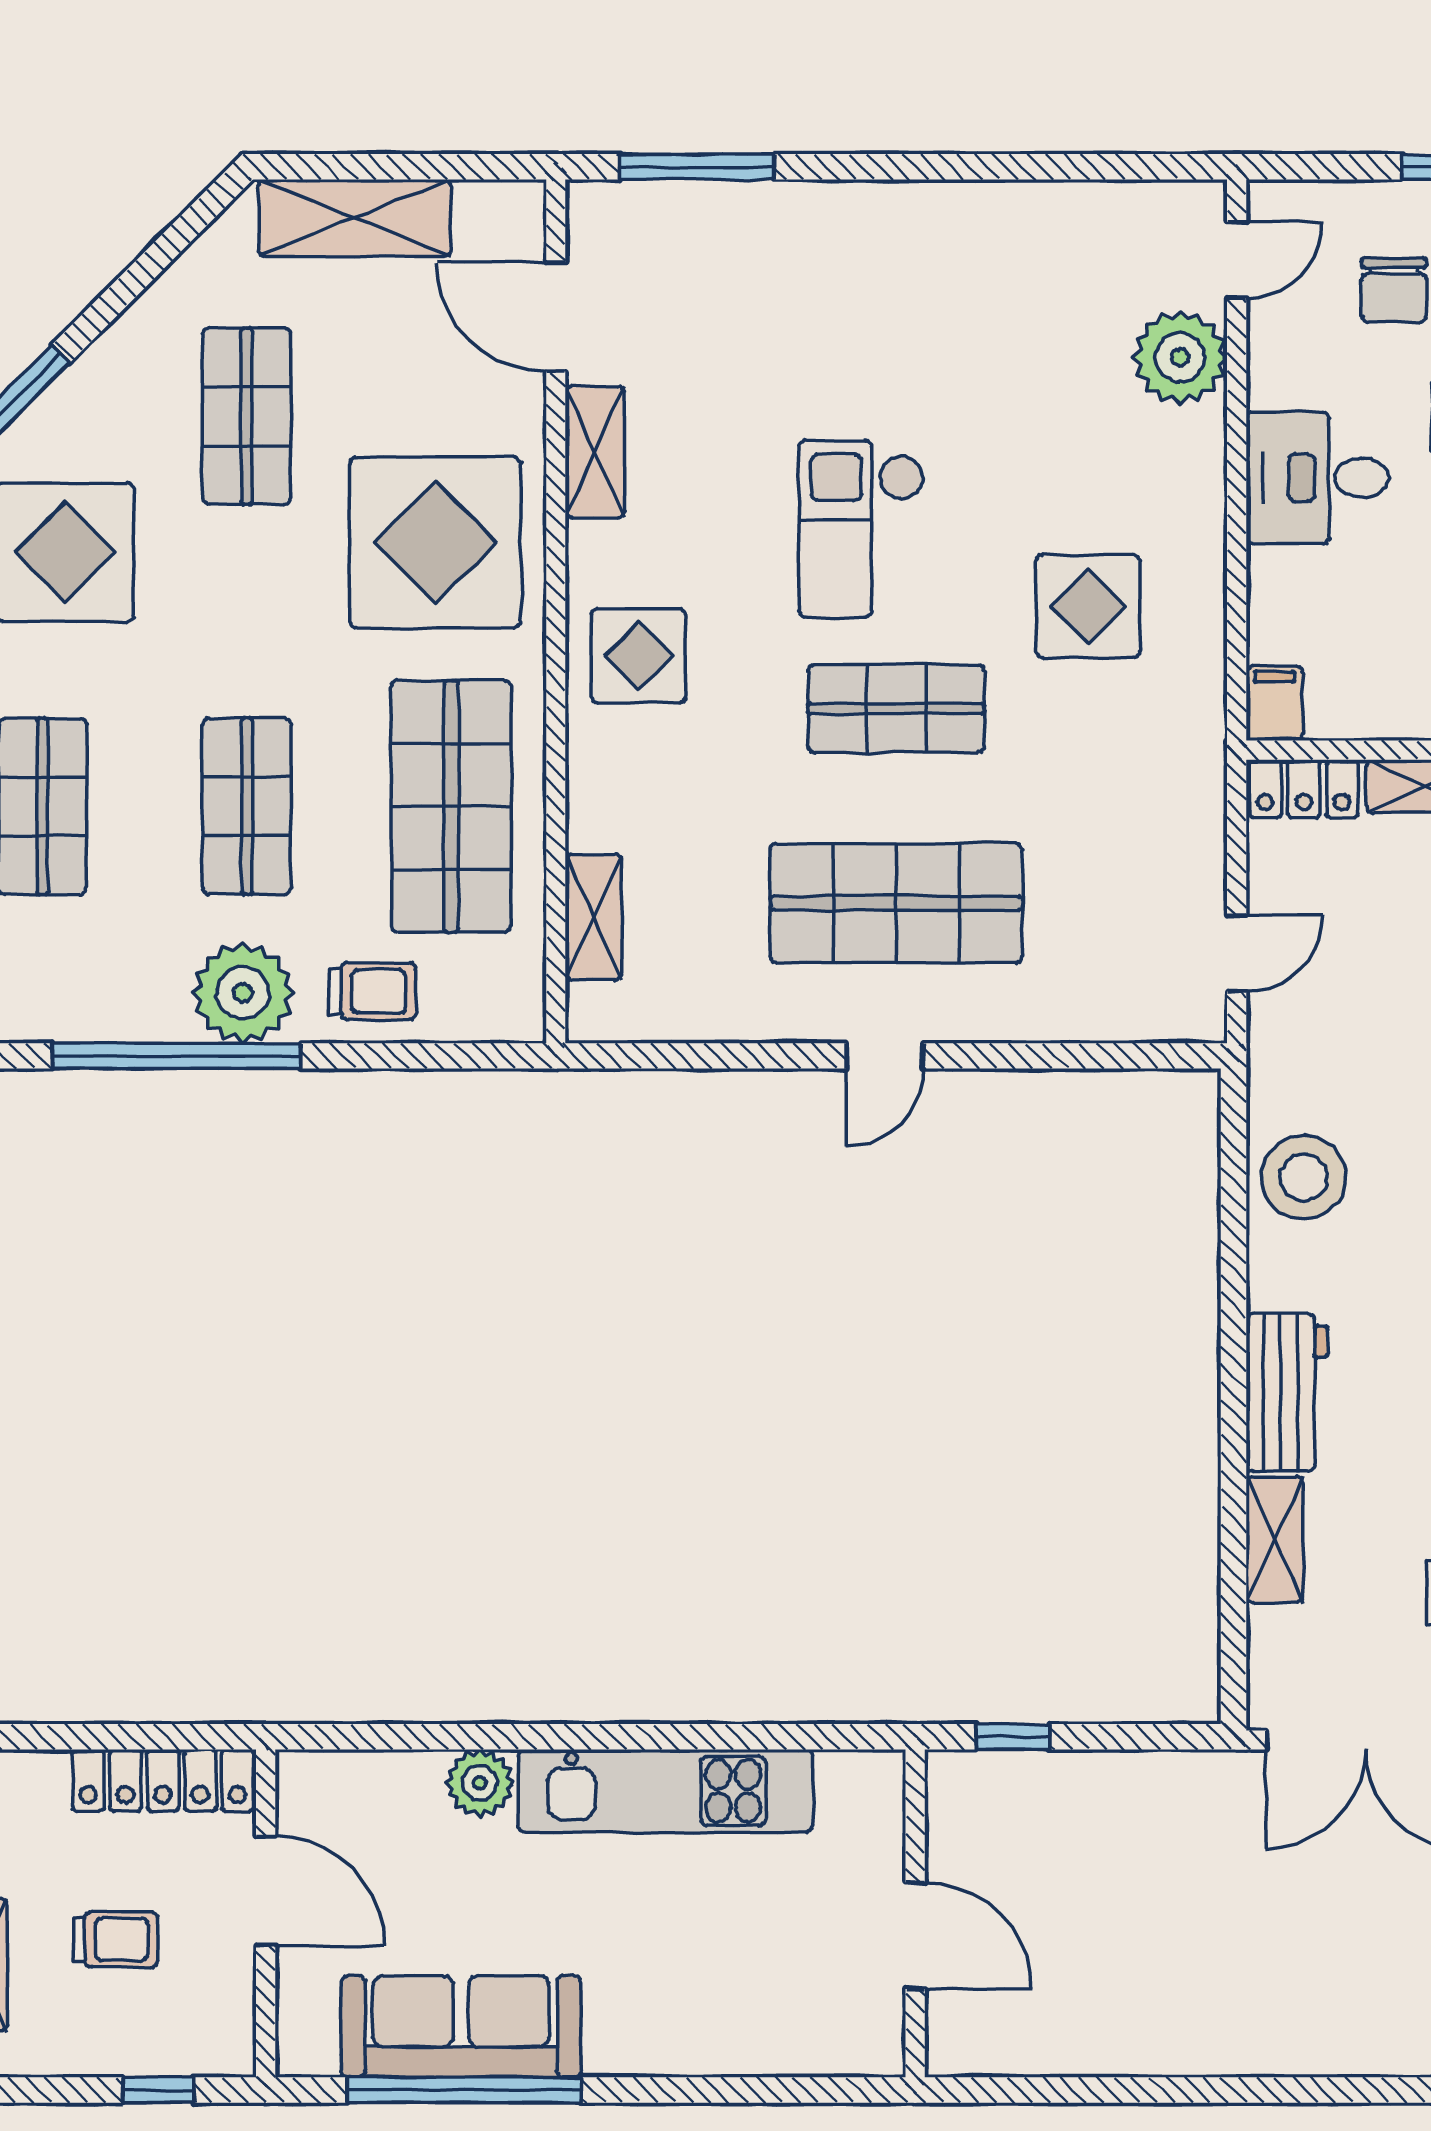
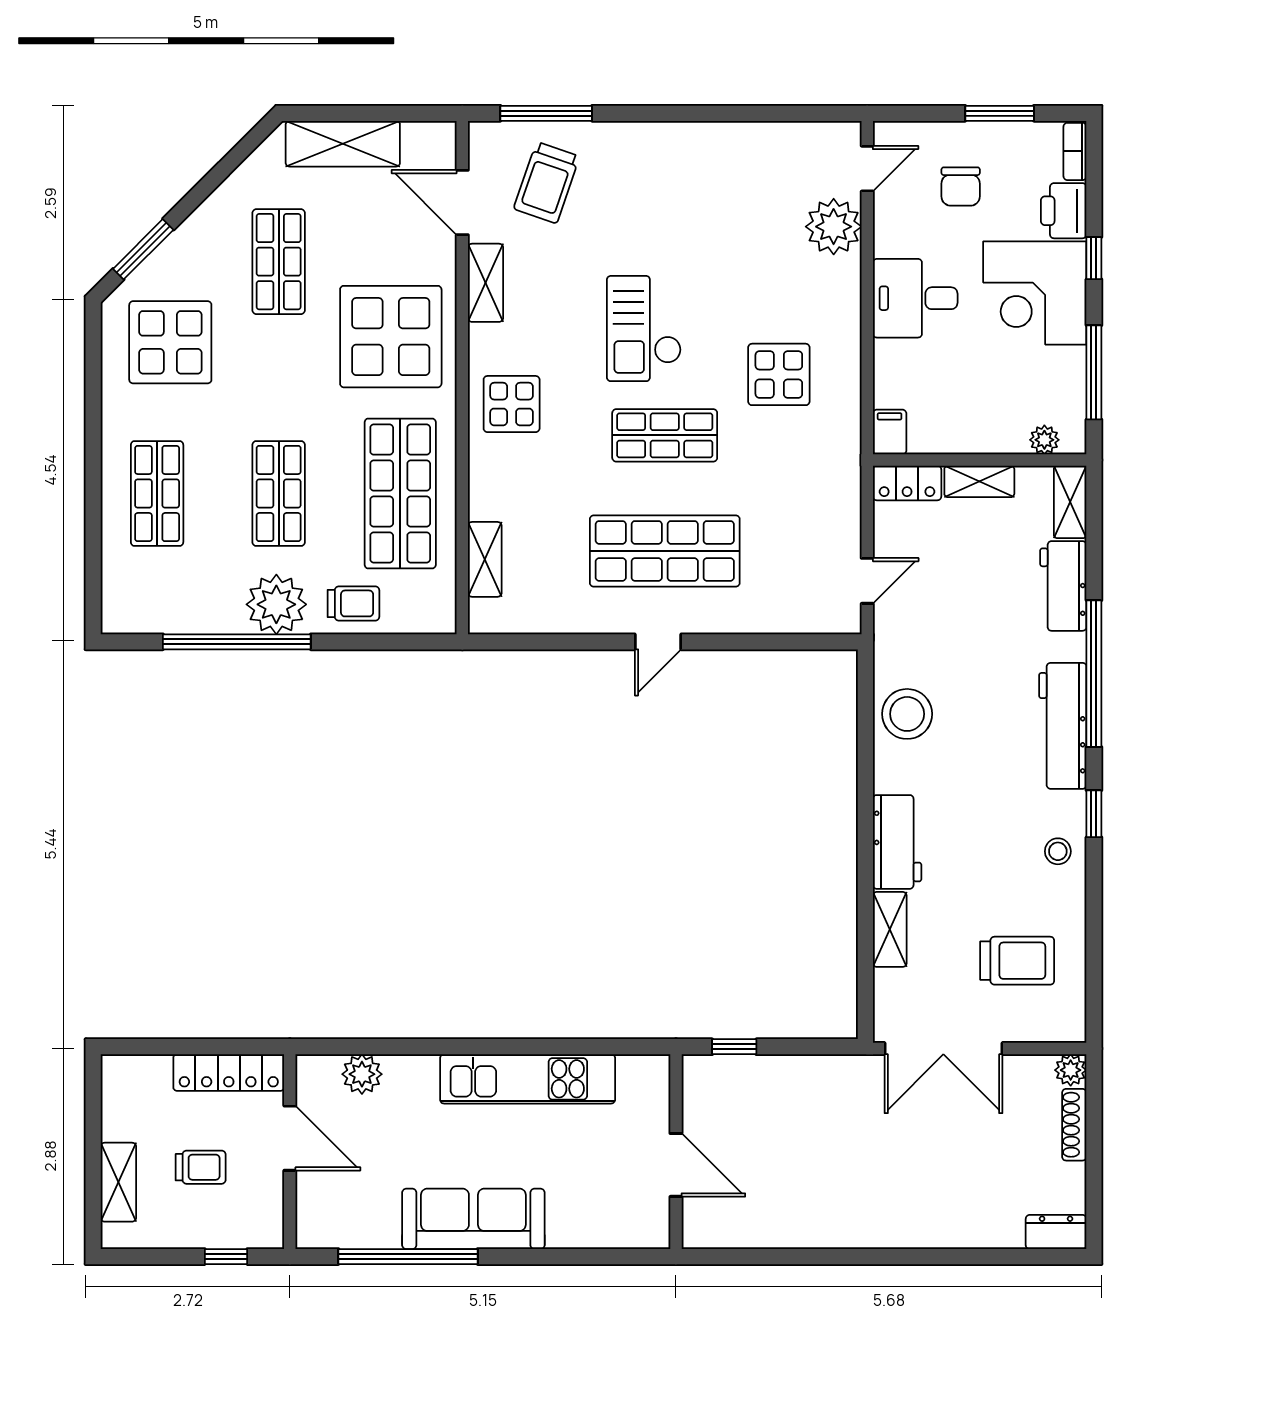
trolley: (698, 284) -> (547, 183), added
plant: (480, 1783) -> (362, 1074), moved
sofa: (461, 2026) -> (473, 1219), moved

